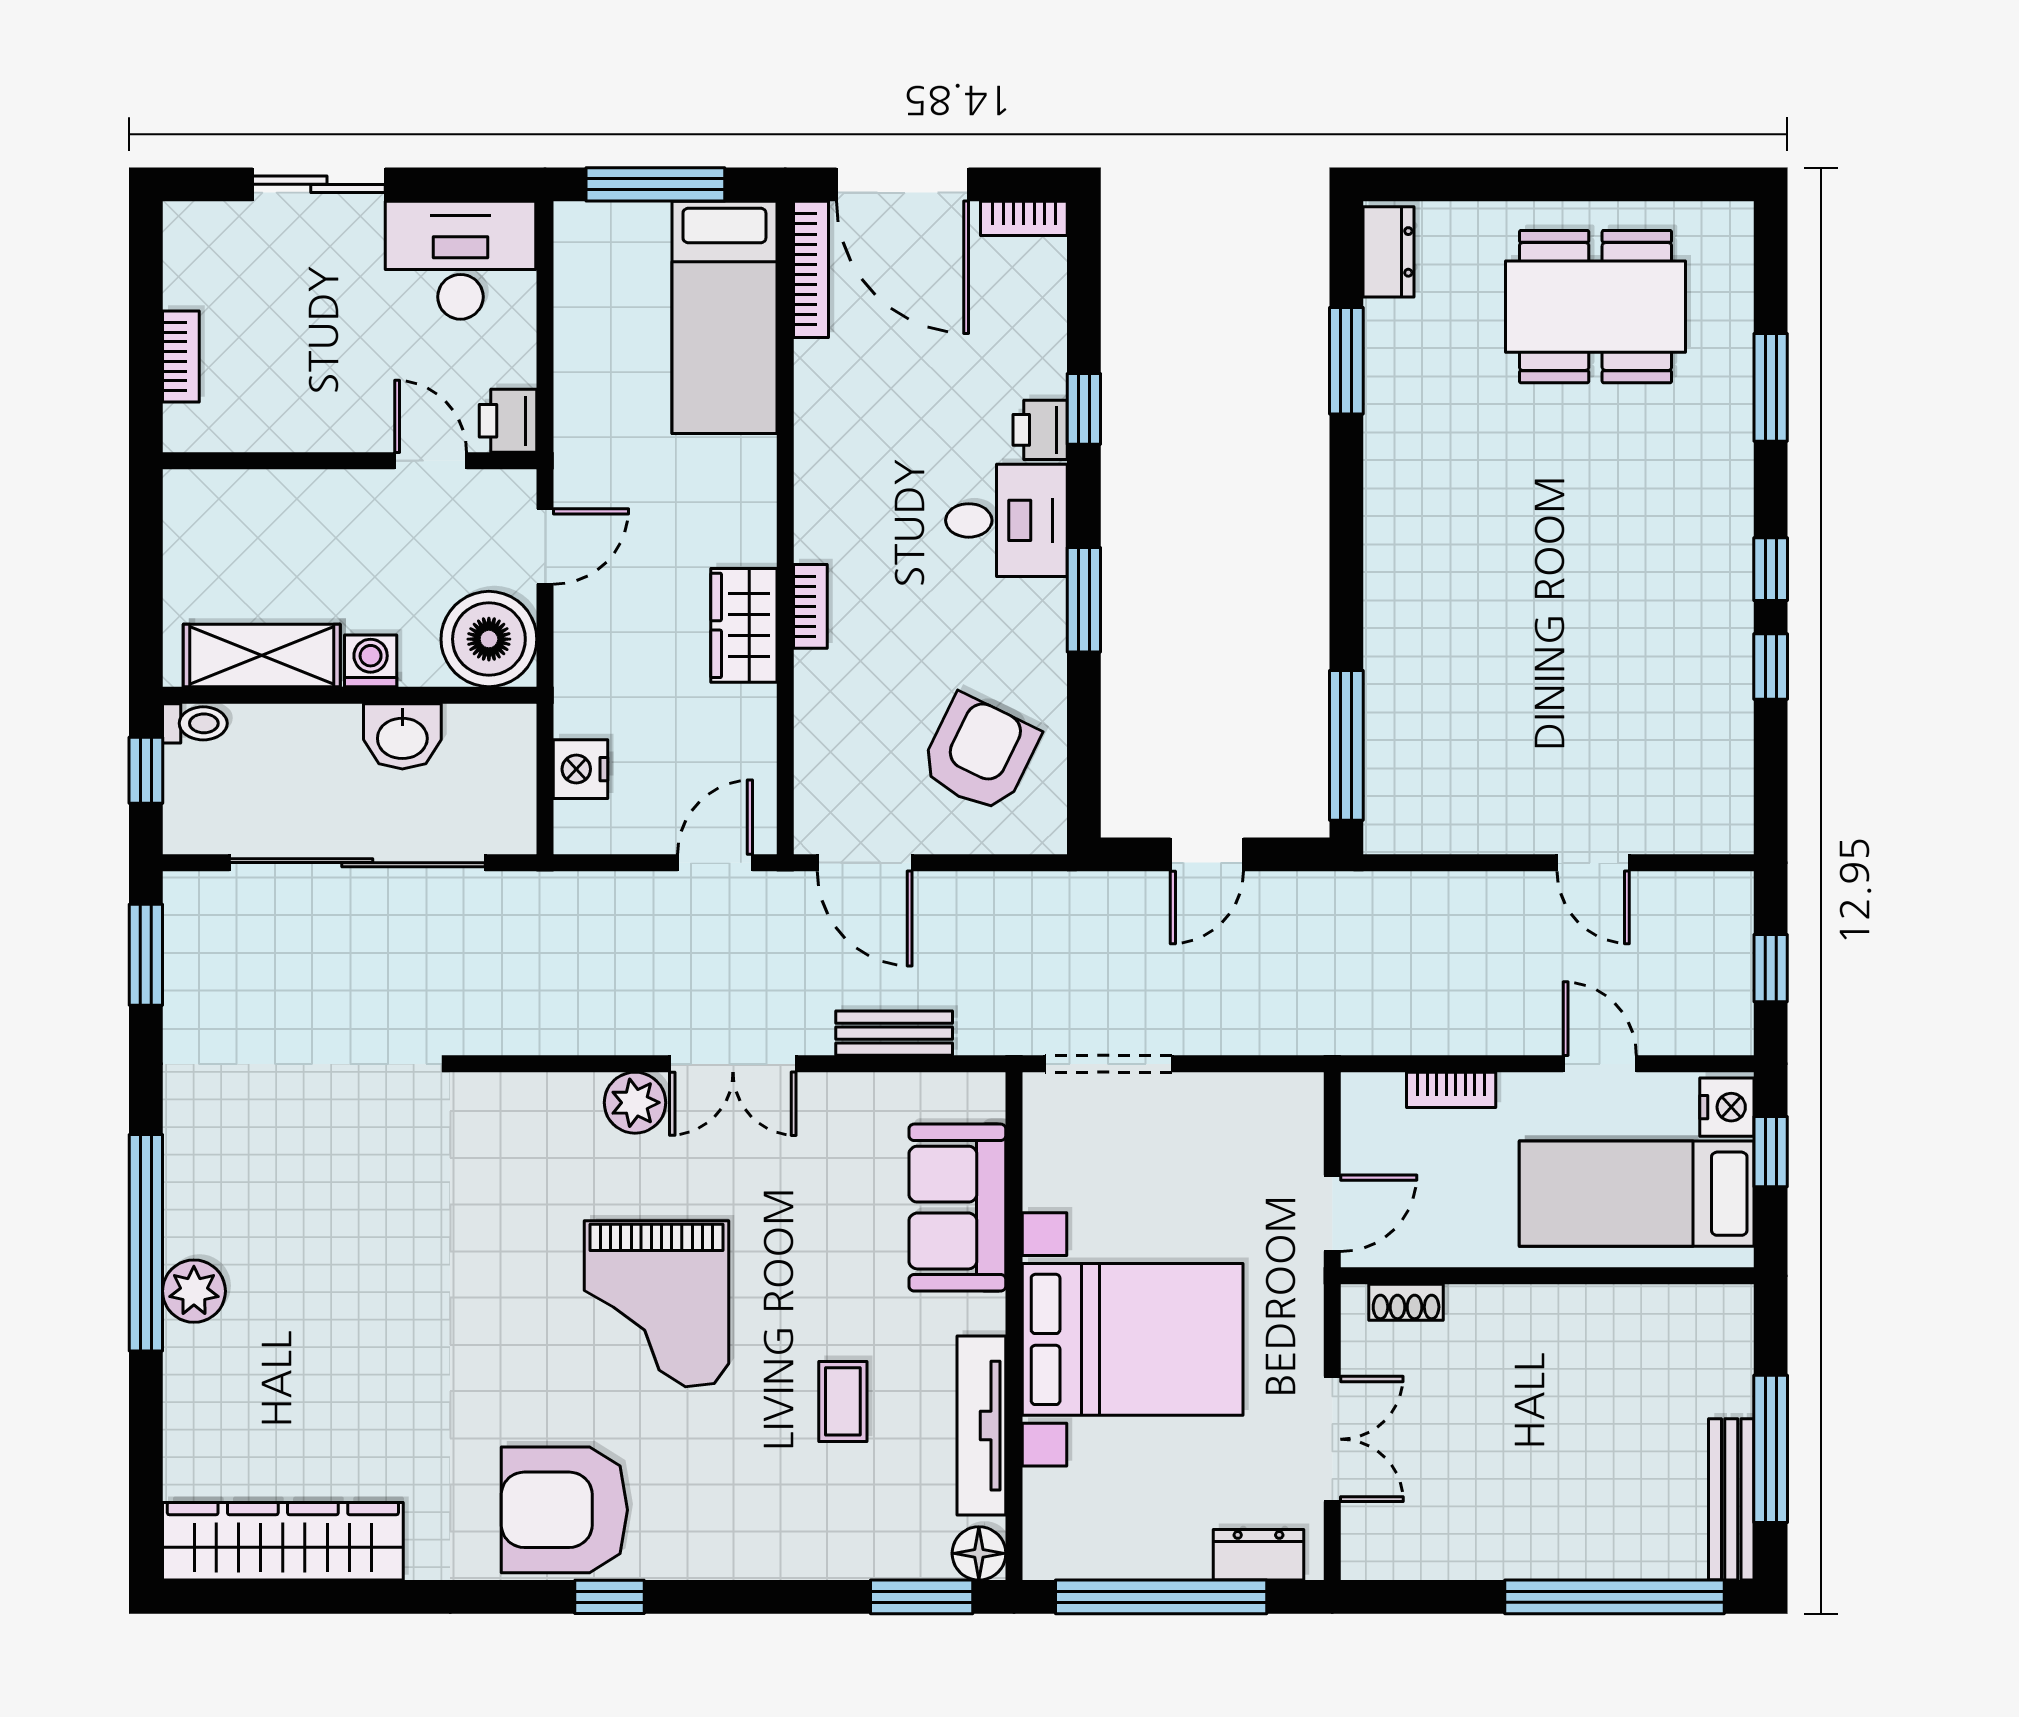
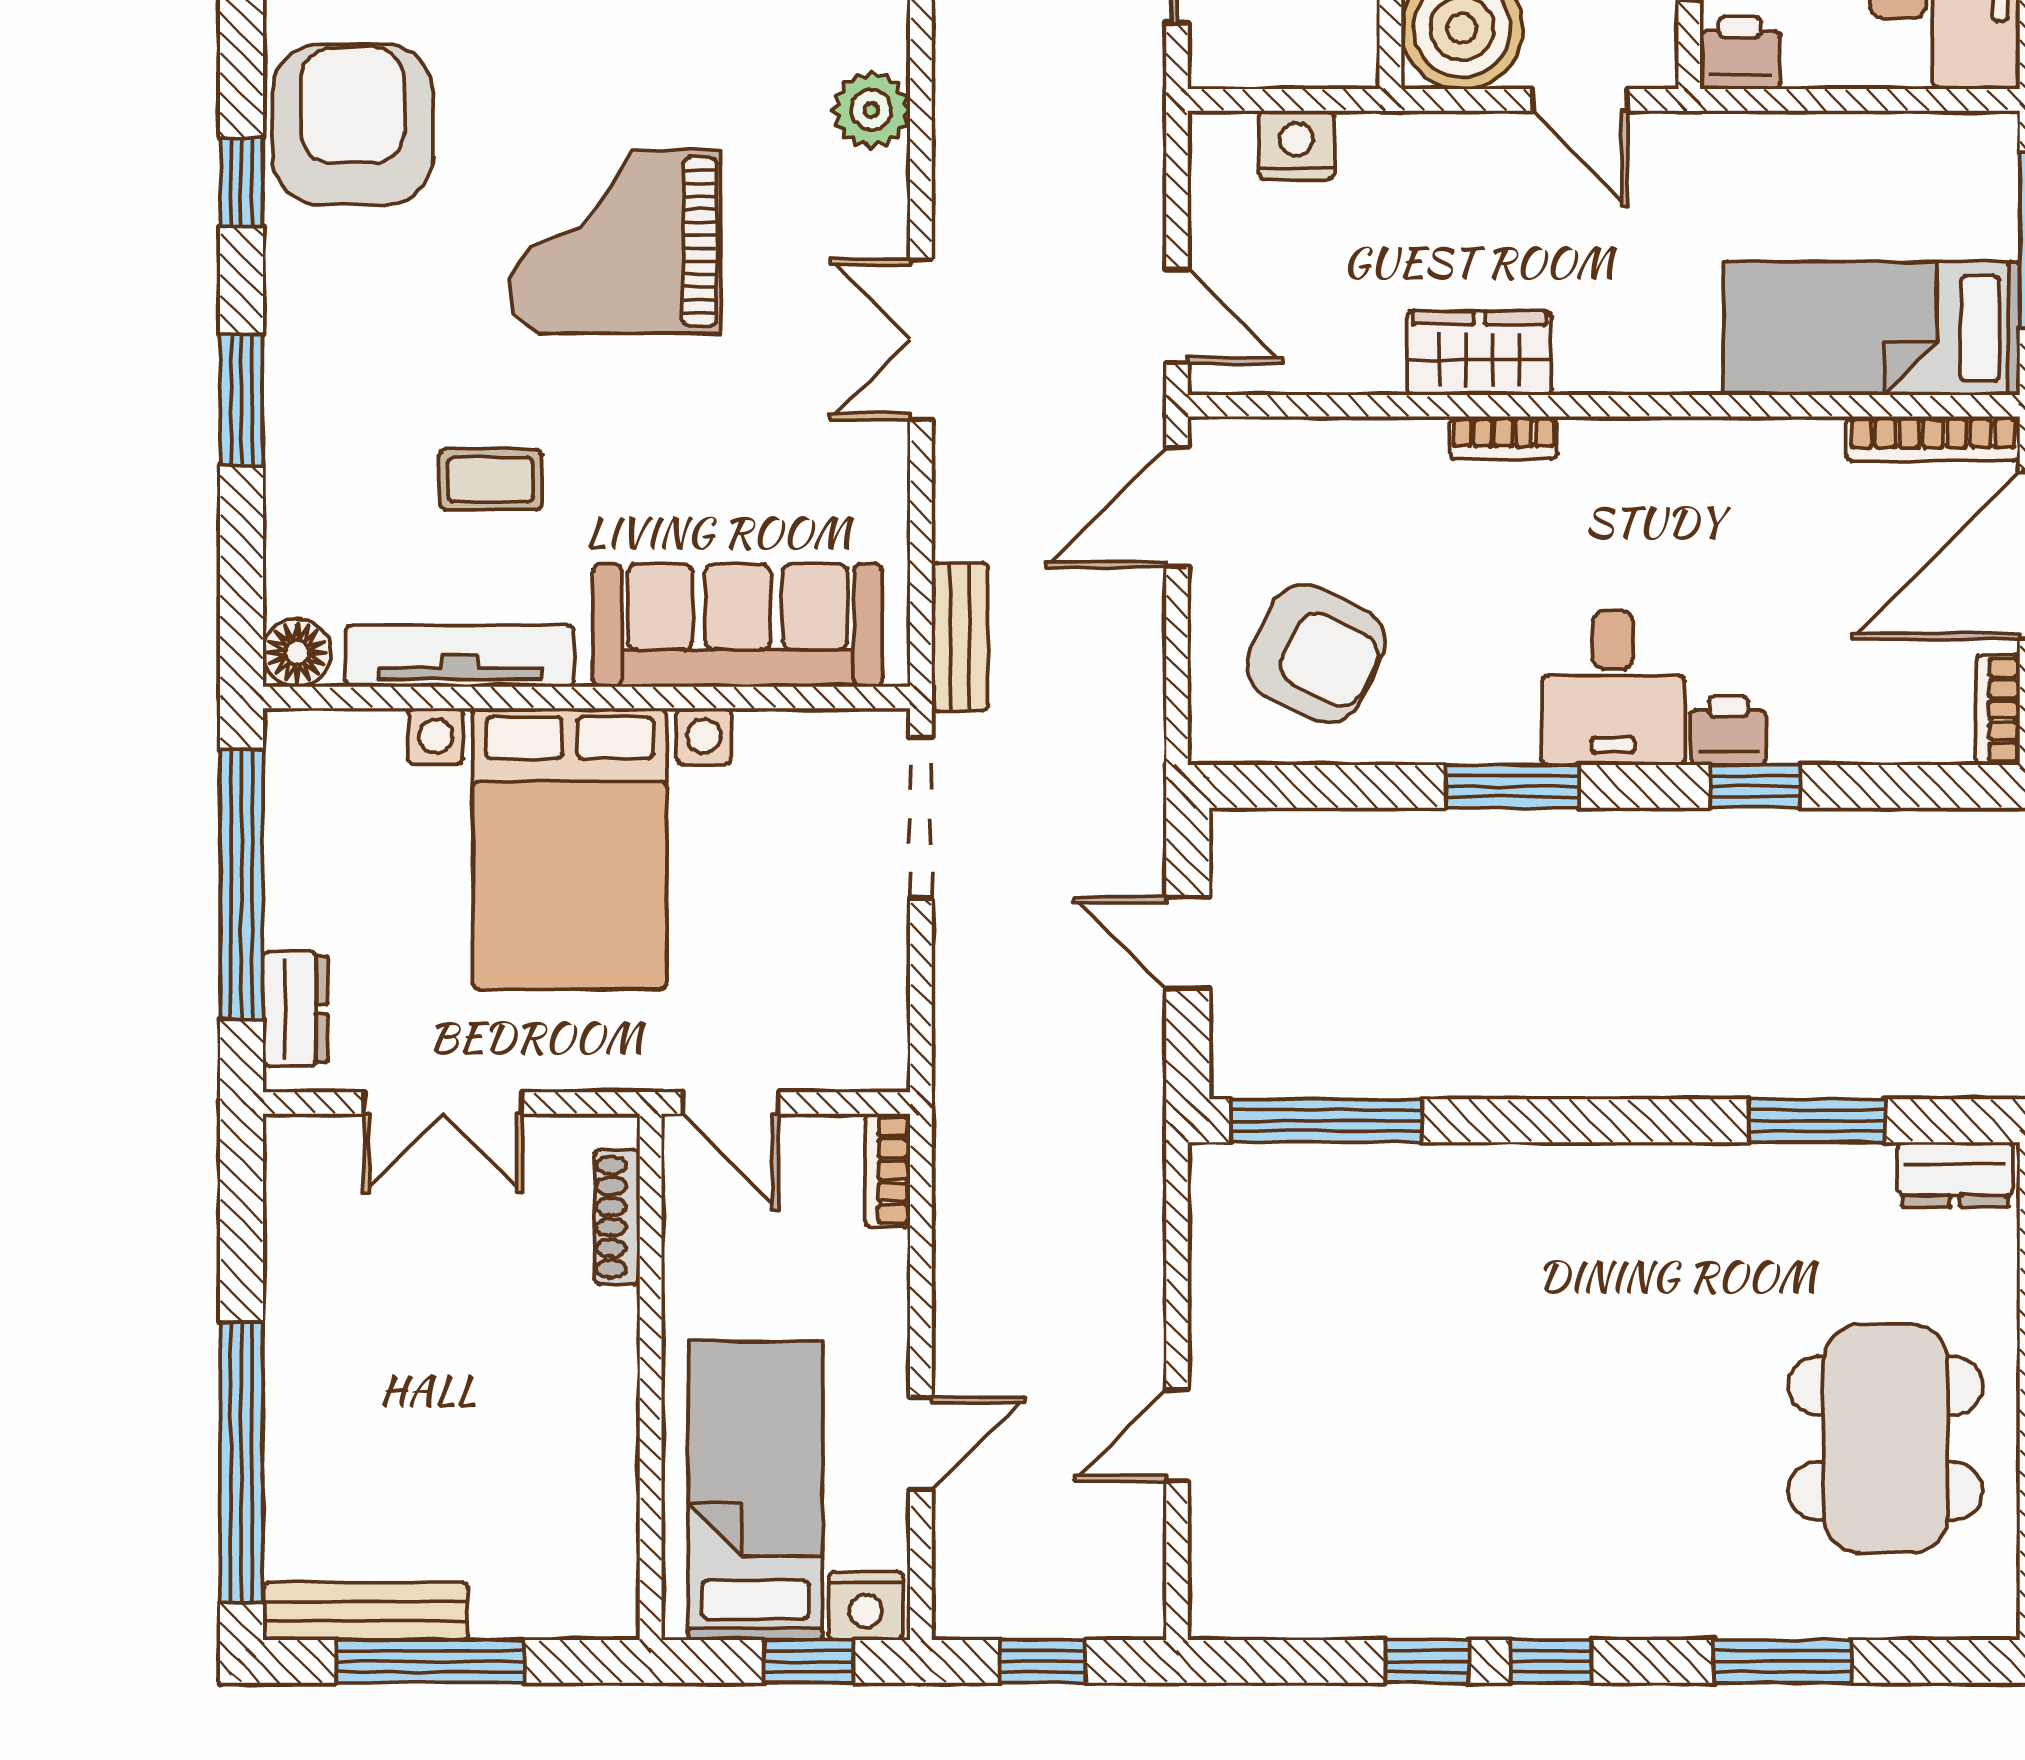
bench: (894, 1033) -> (960, 637), moved
bookcase: (1451, 1090) -> (888, 1170), moved
plant: (635, 1103) -> (871, 110), moved
sofa: (957, 1208) -> (738, 625), width x1.36
shoe rack: (1406, 1302) -> (617, 1217), width x1.43
window: (922, 1597) -> (242, 400), moved

